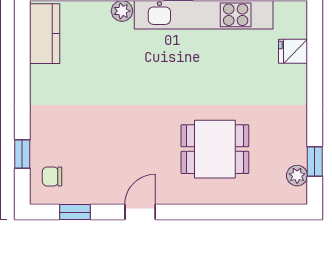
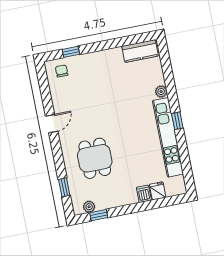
dishwasher: (293, 76) -> (144, 194), added
window: (75, 212) -> (64, 187), moved
door: (140, 212) -> (52, 124), hinge flipped

